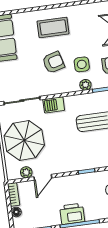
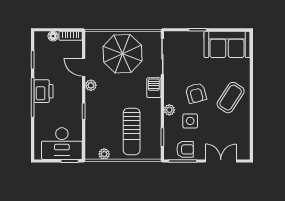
coffee table: (53, 27) -> (231, 98), turned 33
plant: (85, 85) -> (169, 110), moved
plant: (26, 172) -> (91, 85), moved

